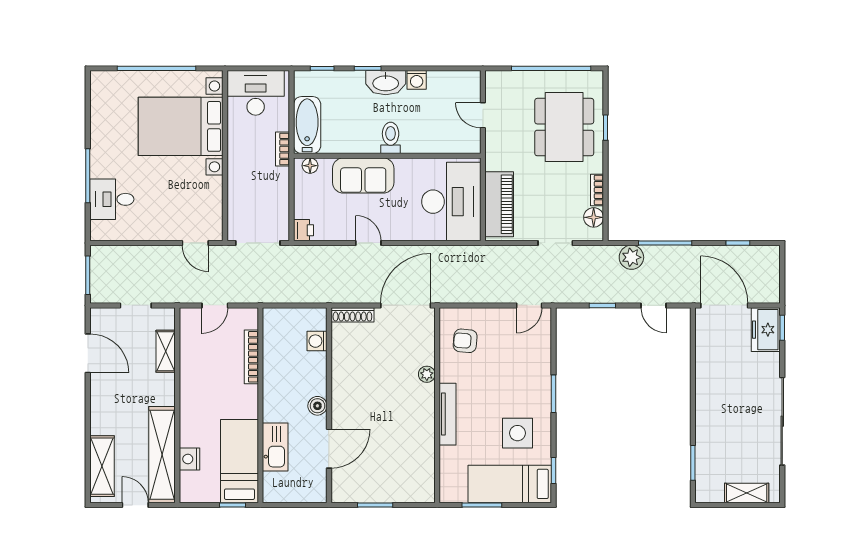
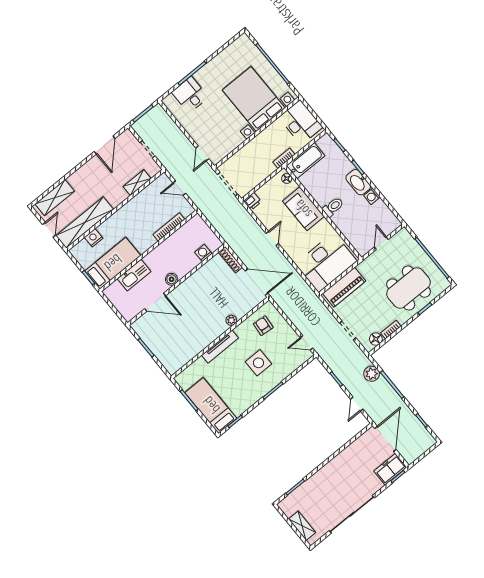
side table: (517, 433) -> (258, 363), moved

